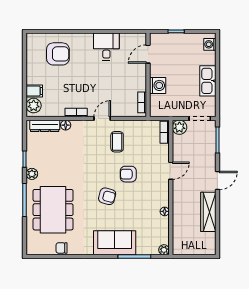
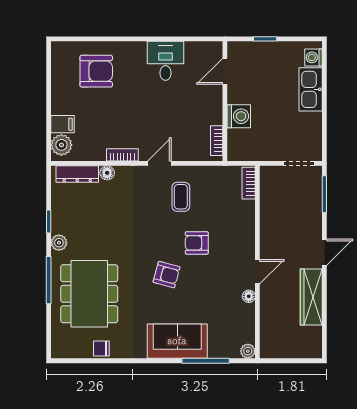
kitchen sink: (208, 81) -> (311, 89), moved
plant: (179, 127) -> (270, 176), removed
door: (171, 171) -> (257, 272), moved

